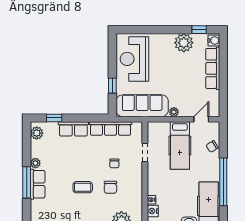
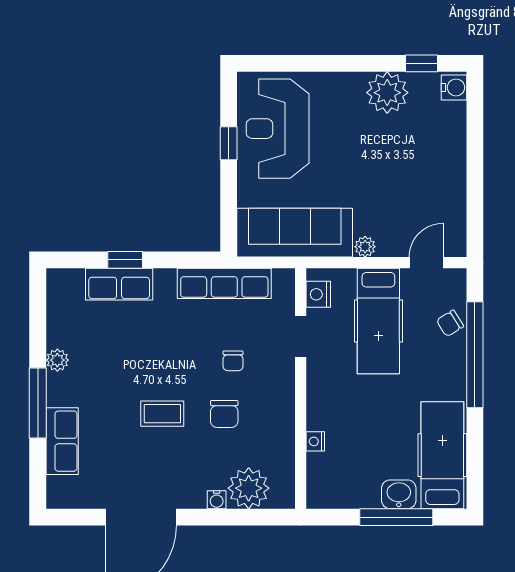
row of seats: (213, 68) -> (451, 150), removed
window: (112, 86) -> (229, 143), moved
window: (54, 118) -> (125, 260), moved
row of seats: (73, 129) -> (119, 284), moved
plant: (37, 133) -> (60, 293), removed
window: (223, 182) -> (475, 355), moved
row of seats: (38, 184) -> (62, 441), moved
nightstand: (153, 211) -> (318, 294), moved

